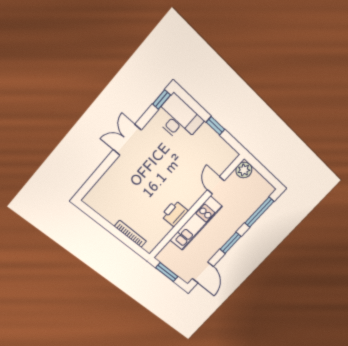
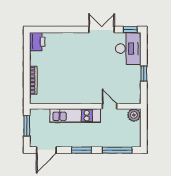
double door: (127, 140) -> (102, 30), moved
door: (216, 185) -> (110, 106), hinge flipped
printer: (175, 213) -> (37, 42), moved, turned 90

